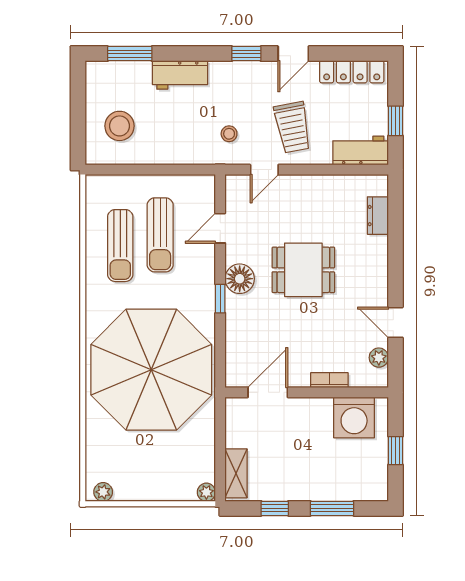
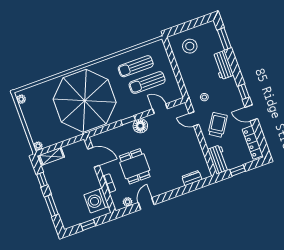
trolley: (293, 127) -> (218, 125), turned 134
dining table: (303, 270) -> (135, 166), moved

